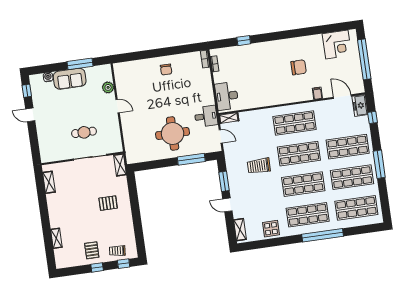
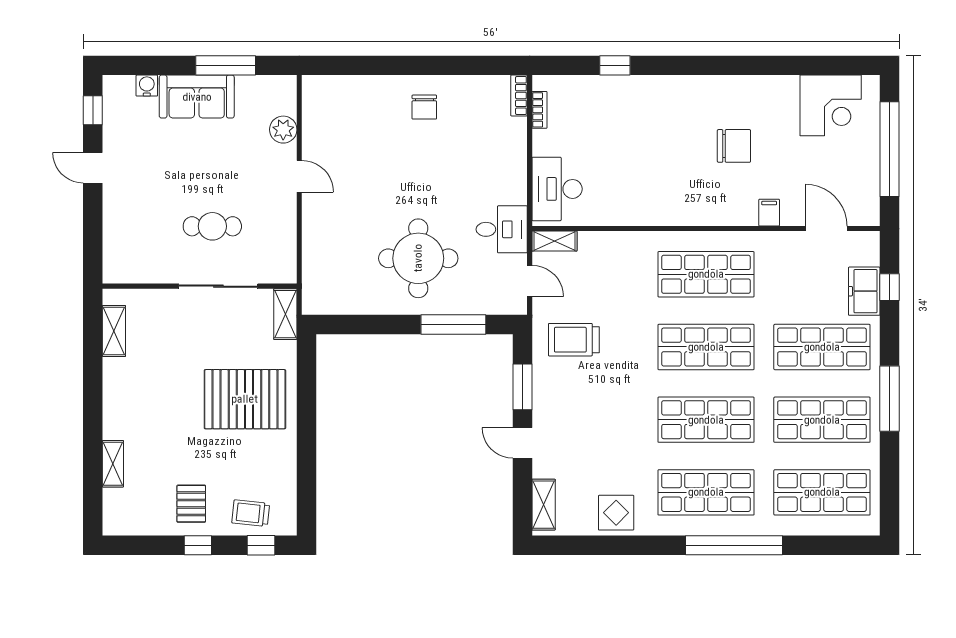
freezer: (360, 105) -> (864, 291), moved
trolley: (259, 166) -> (574, 340), moved
pallet: (108, 203) -> (245, 399), width x2.05, depth x2.00

